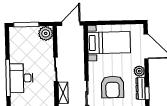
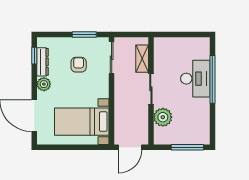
plant: (46, 33) -> (163, 117), moved
armchair: (112, 87) -> (79, 65), width x0.53, depth x0.53

